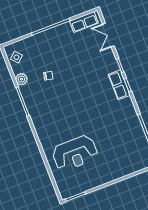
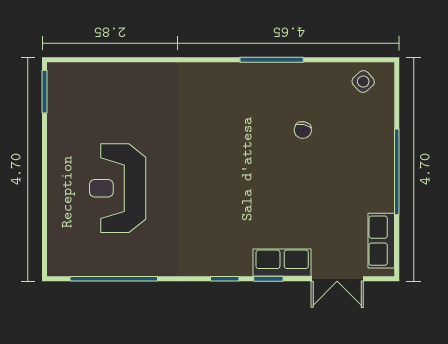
double door: (108, 35) -> (337, 279), swing flipped
plant: (21, 79) -> (316, 75), removed
row of seats: (119, 85) -> (282, 263), moved
reception desk: (75, 153) -> (118, 188), moved

